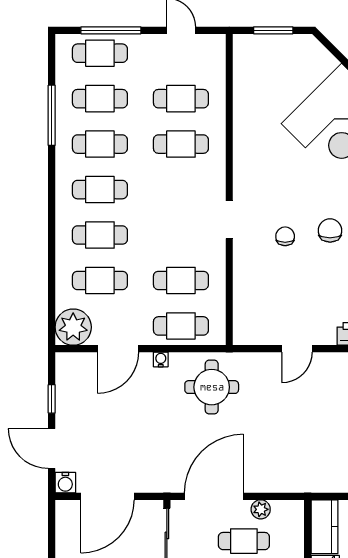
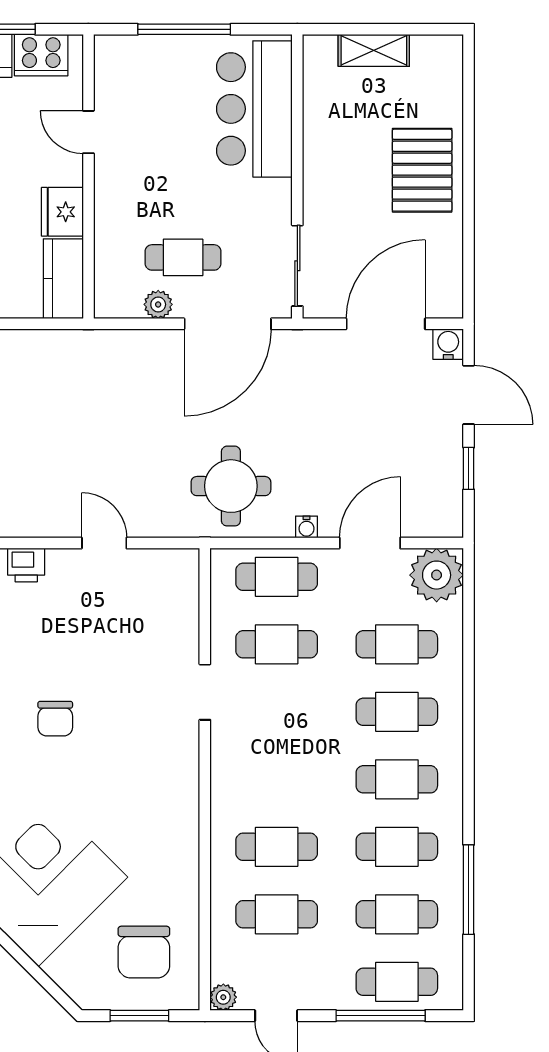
plant: (217, 43) -> (223, 997), added
doorway: (229, 220) -> (205, 692), moved
chair: (285, 236) -> (144, 952), moved, width x1.87, depth x1.87
door: (297, 349) -> (104, 543), hinge flipped

